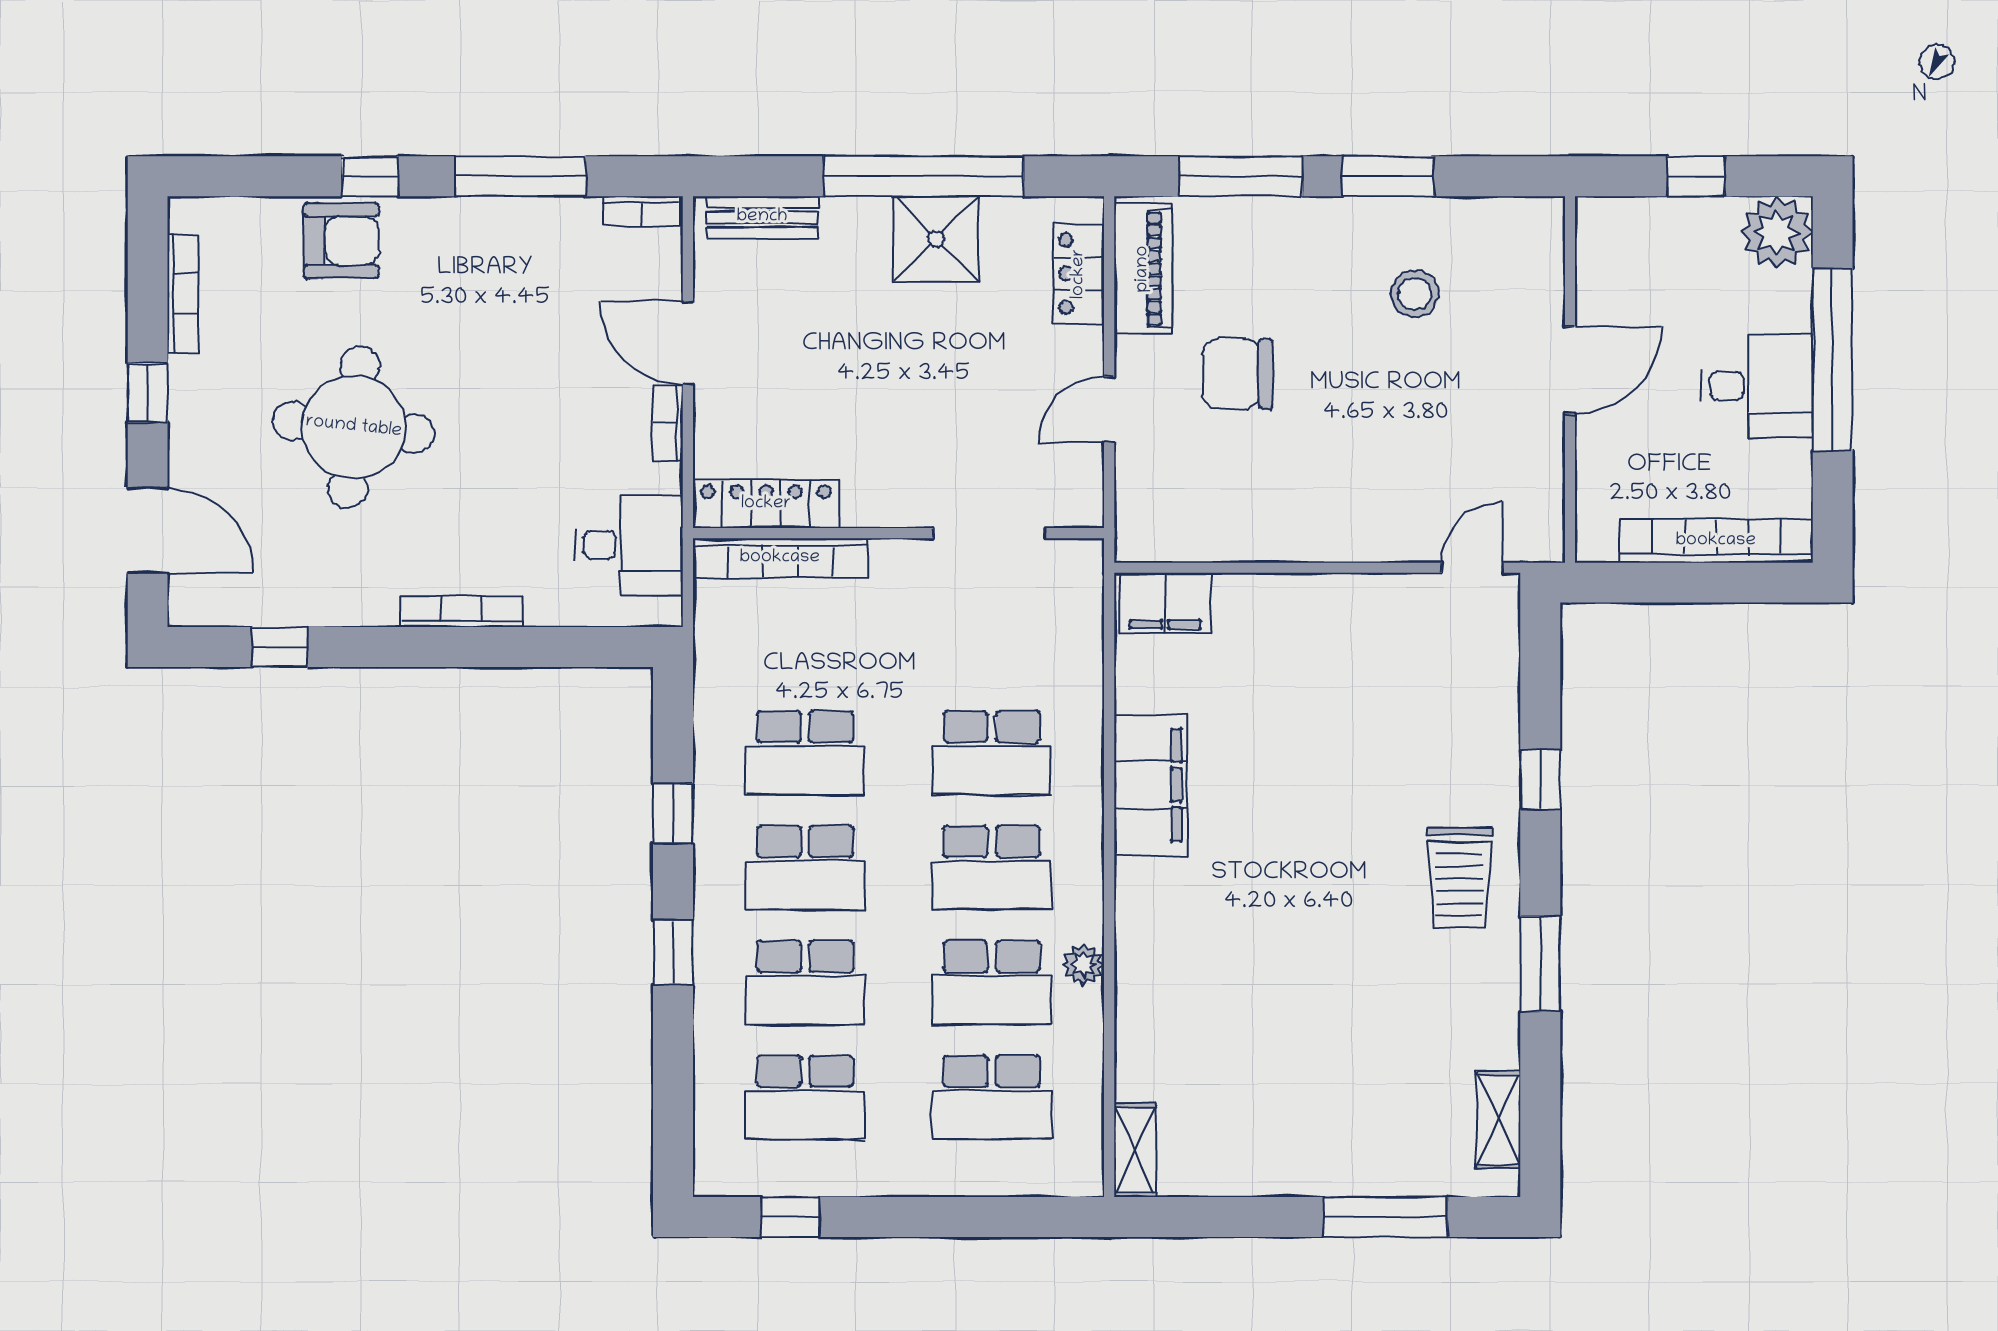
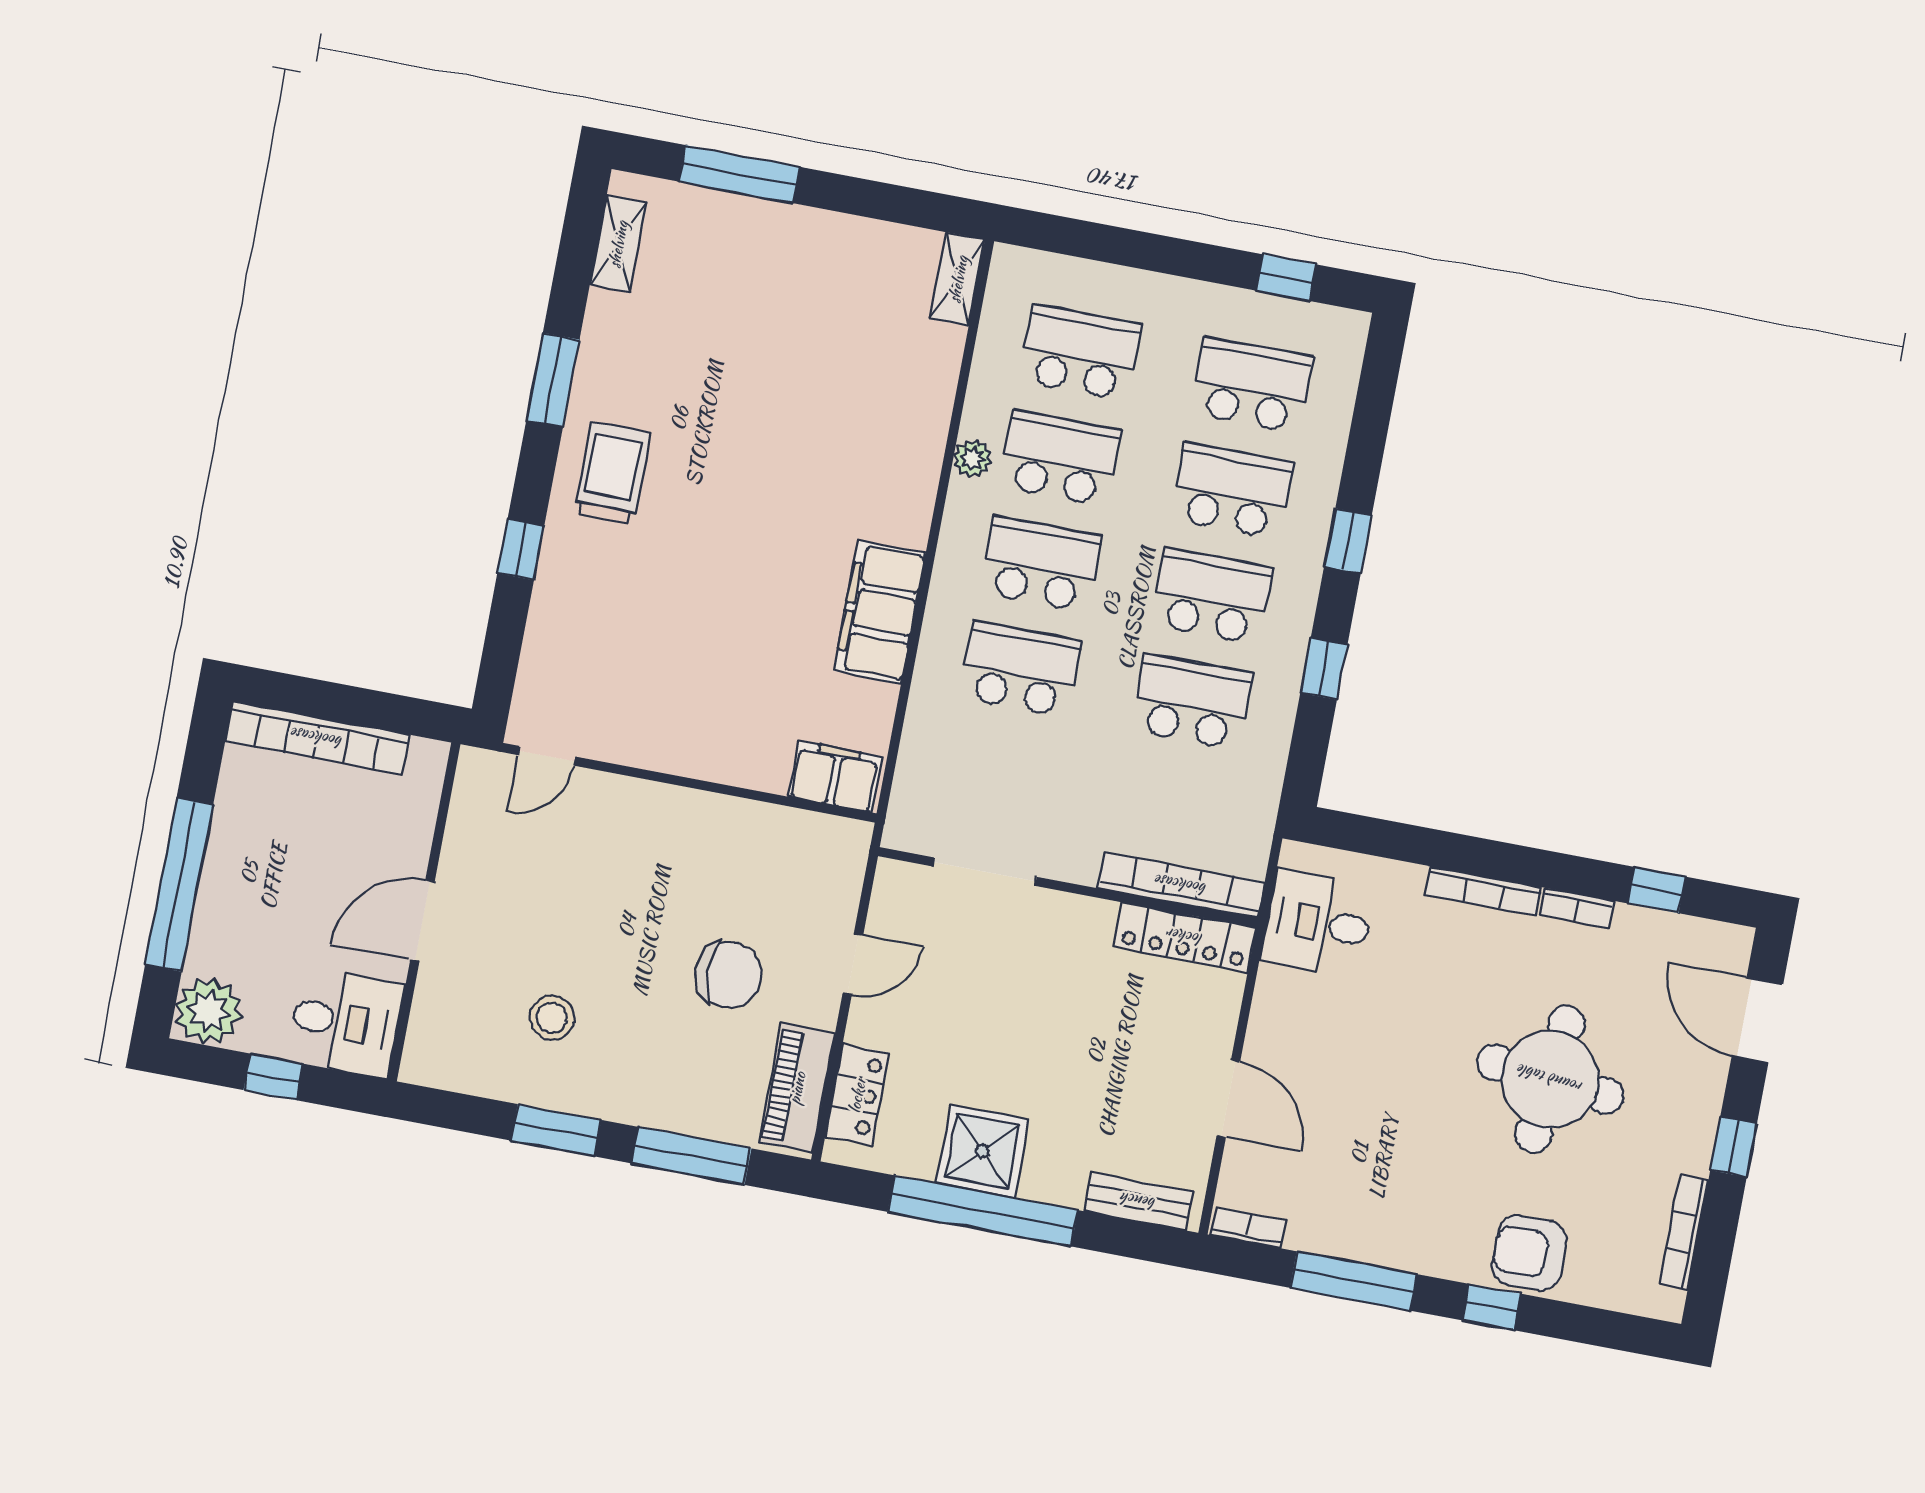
desk: (1757, 386) -> (345, 1022), moved, turned 180
bookcase: (668, 423) -> (1577, 908), moved, turned 90

